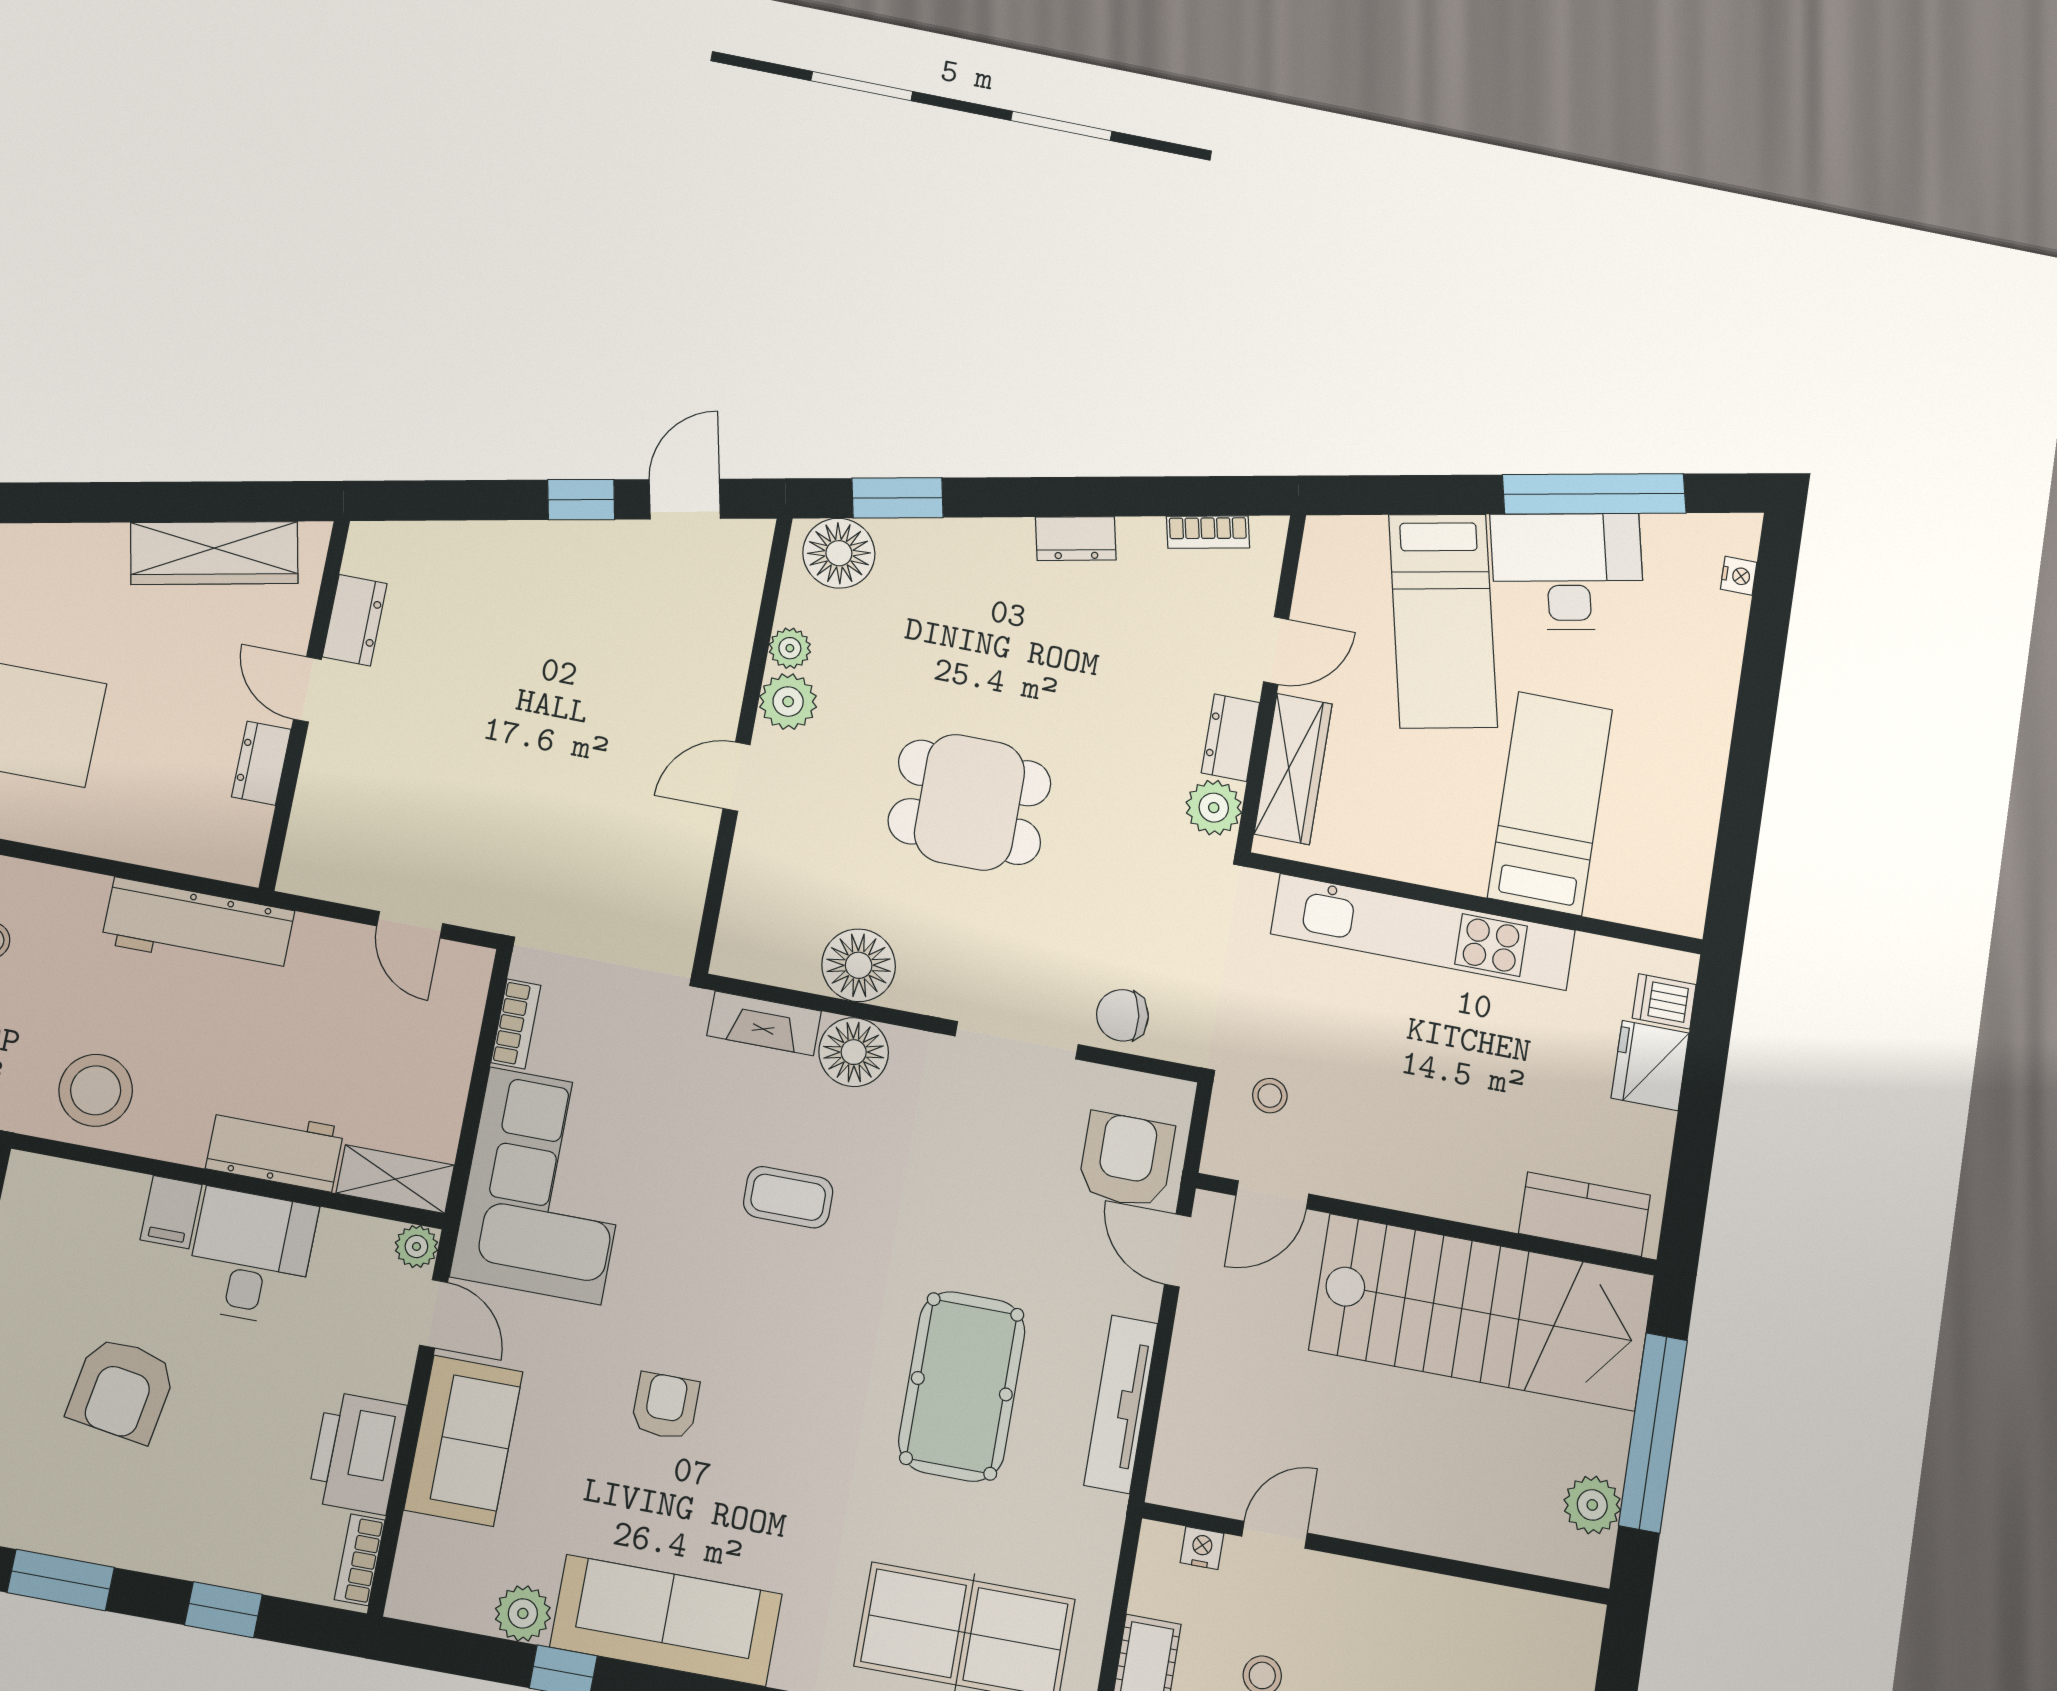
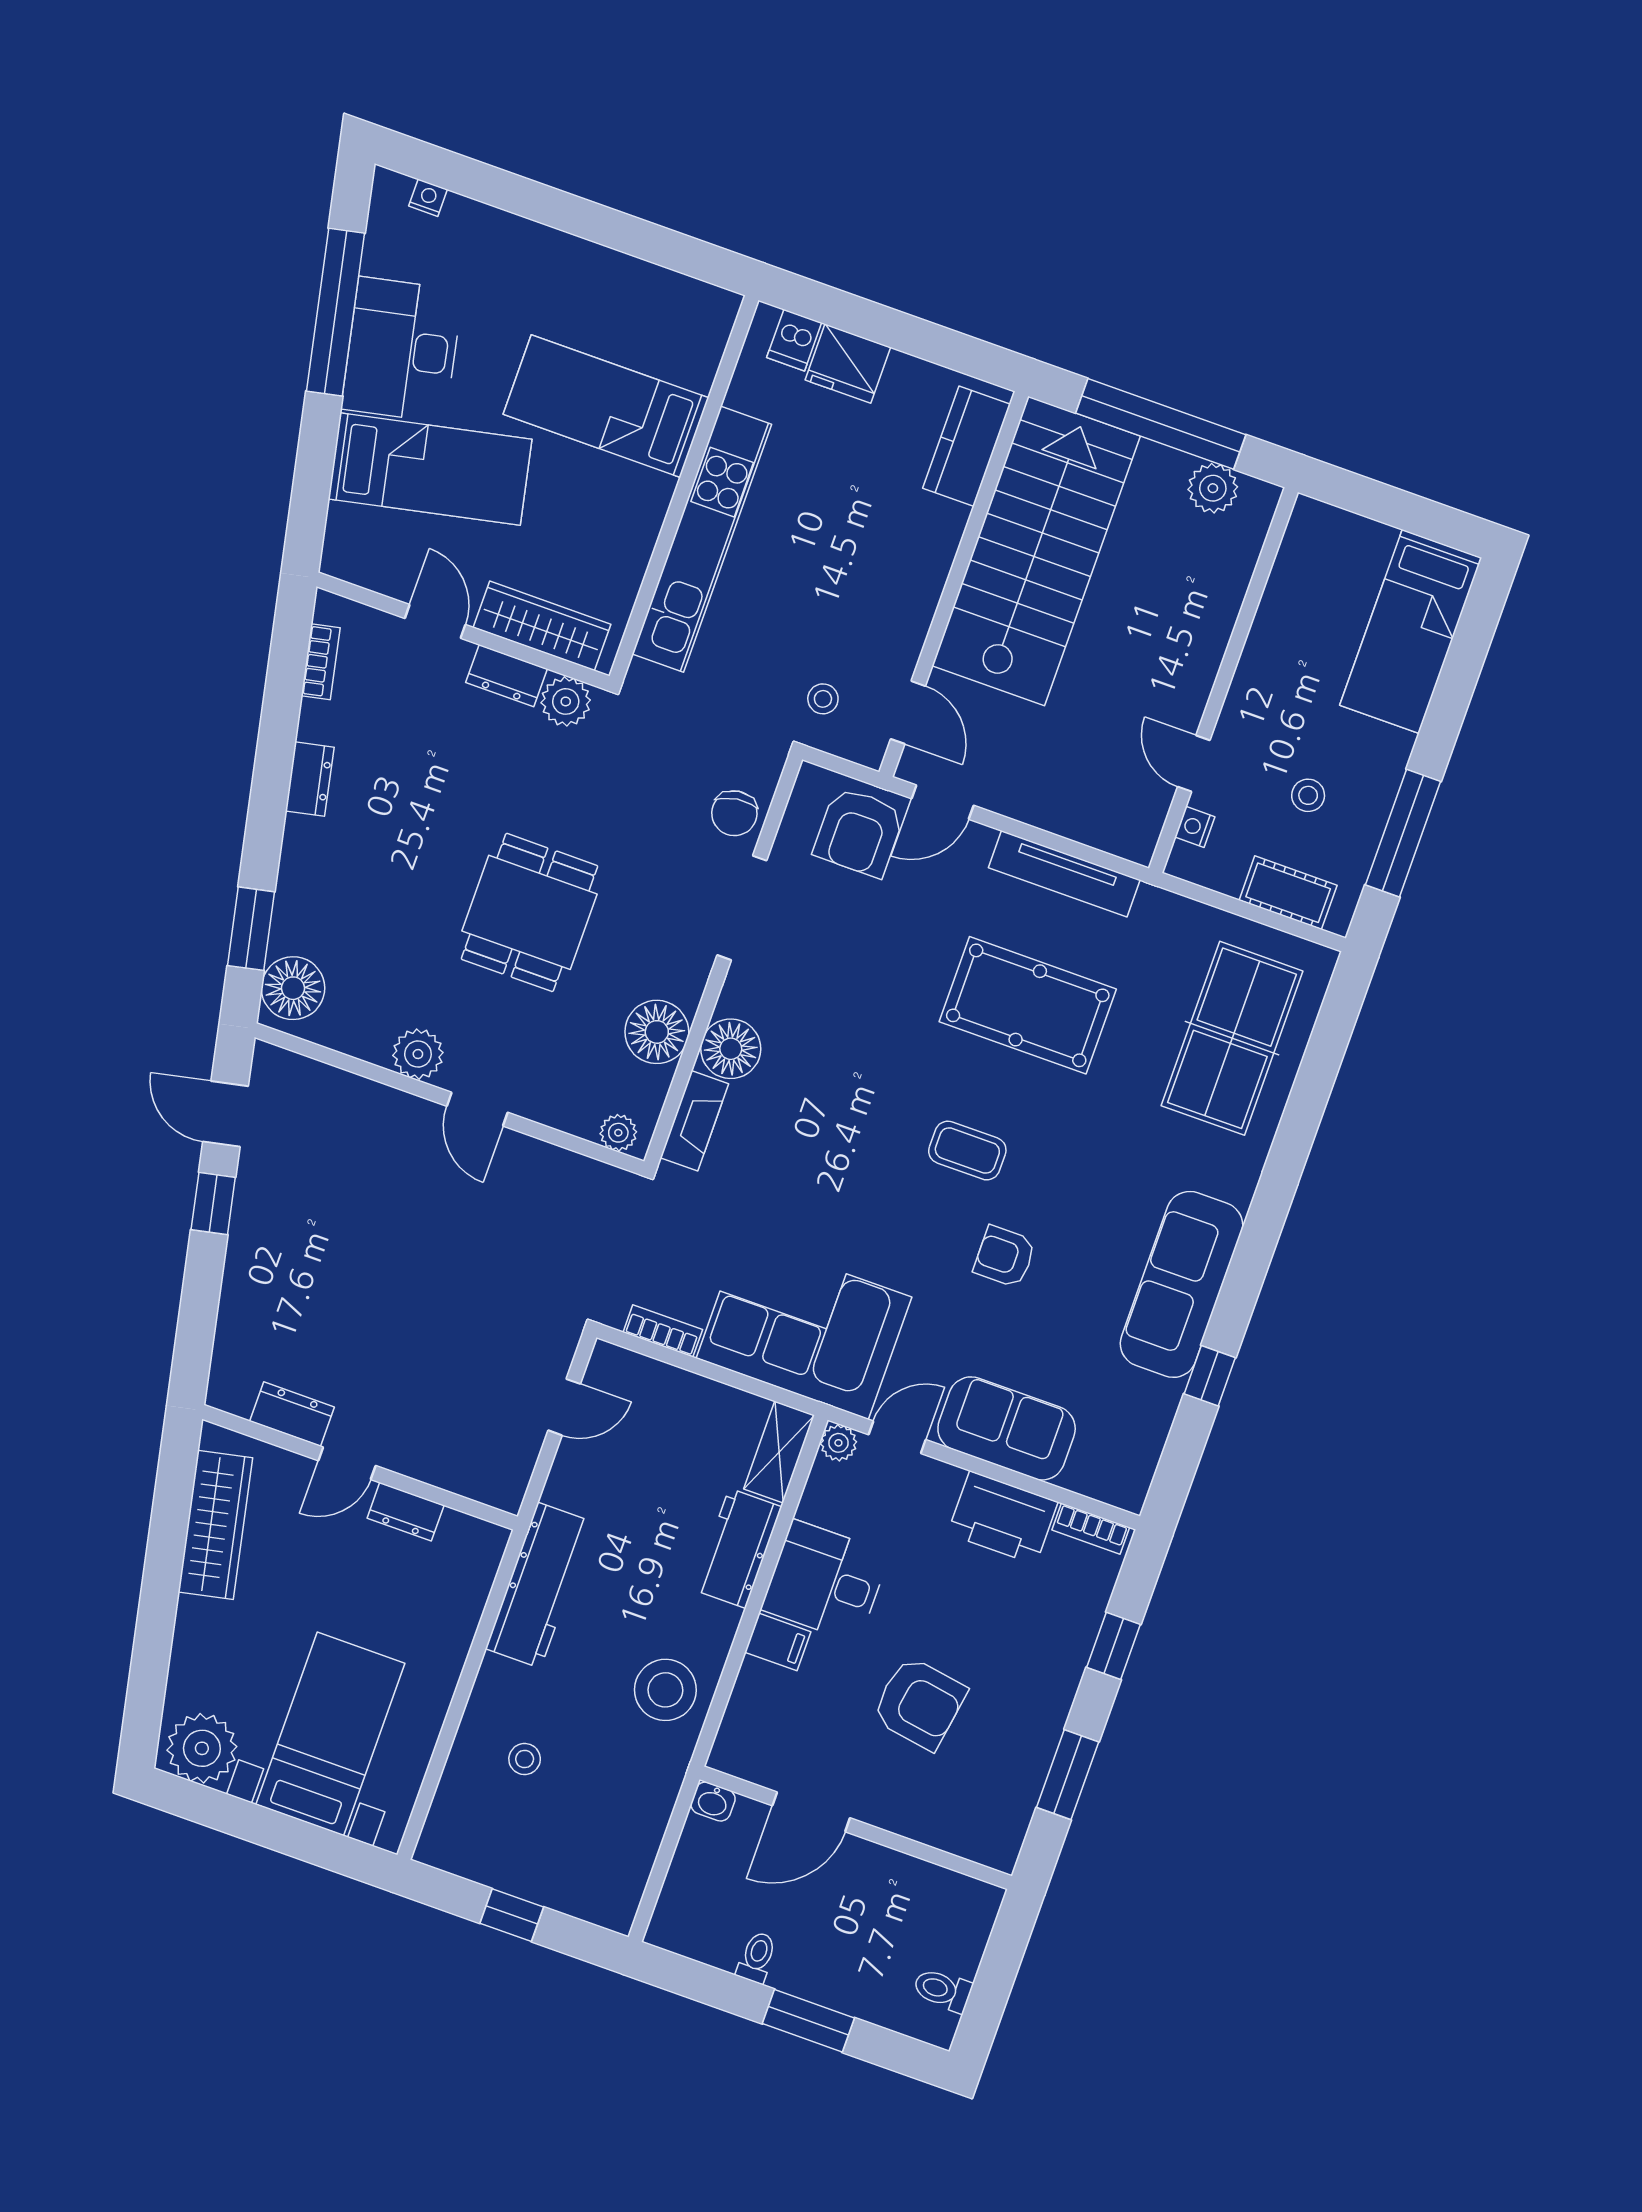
plant: (790, 648) -> (618, 1133), moved
armchair: (1126, 1160) -> (859, 832), turned -90
coffee table: (788, 1197) -> (967, 1151), moved, turned 90
plant: (523, 1613) -> (1157, 1402), removed

